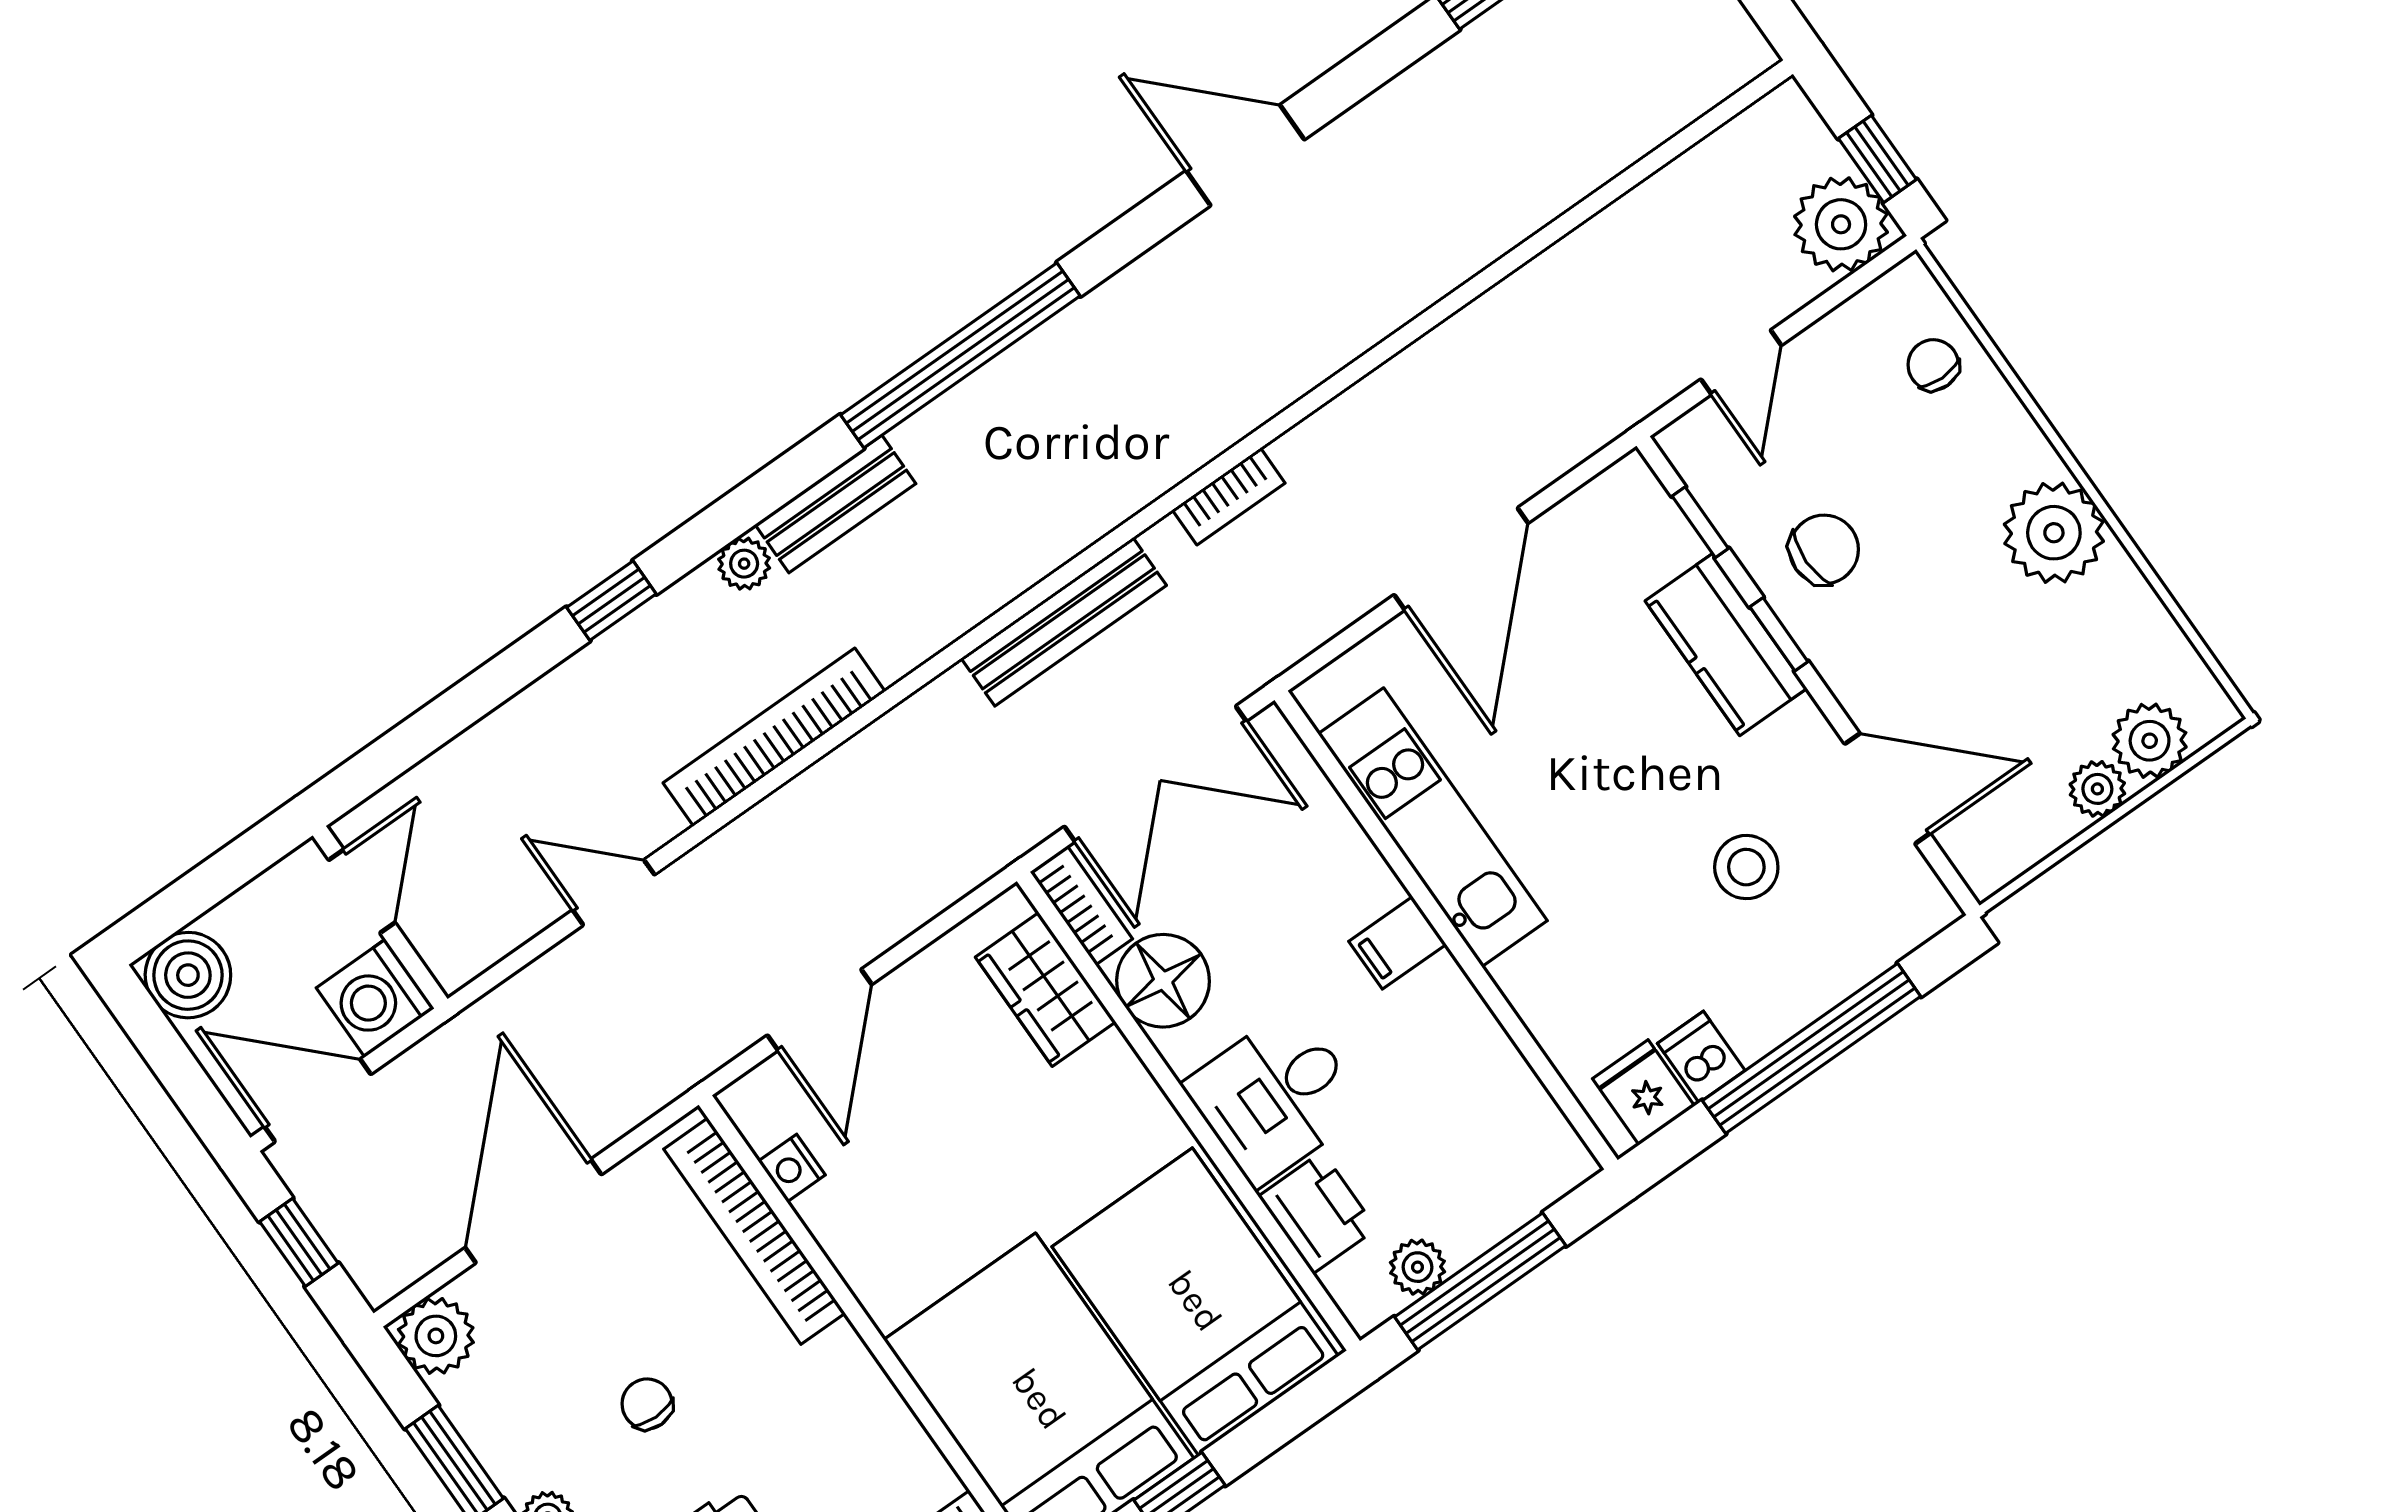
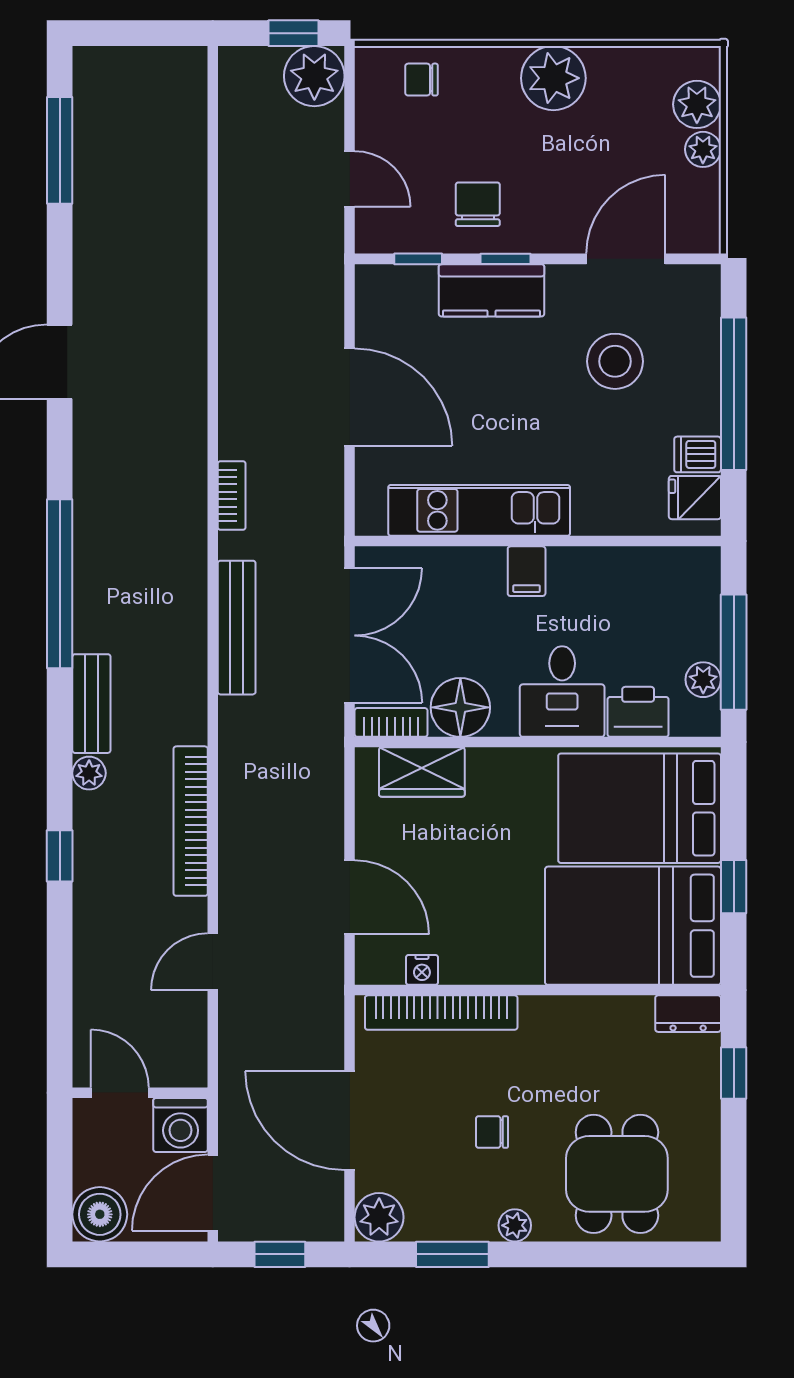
stool: (1746, 867) -> (615, 361), width x1.38, depth x1.38

